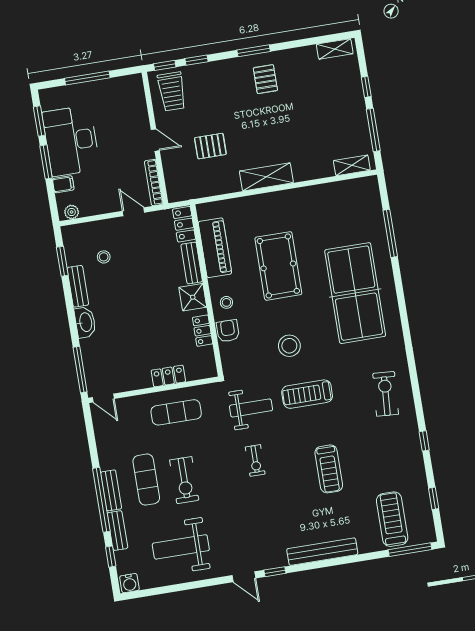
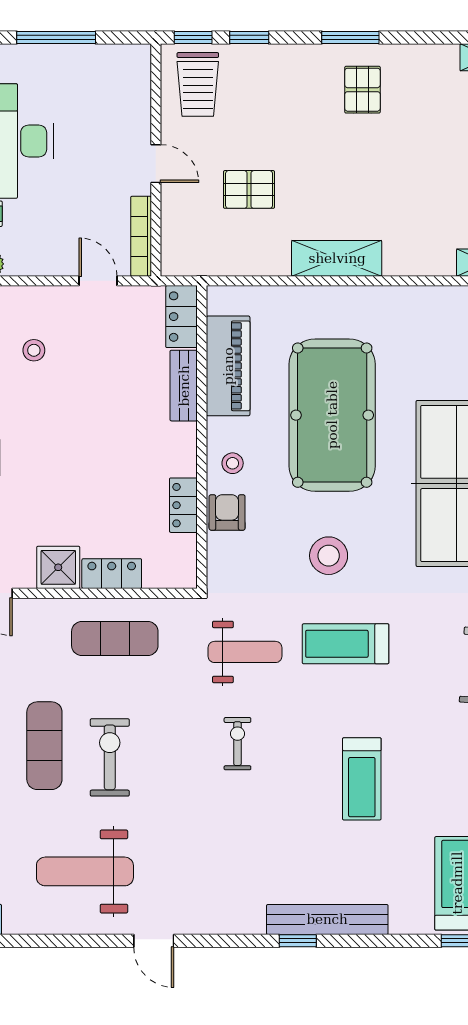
pool table: (278, 266) -> (332, 415), width x1.36, depth x1.32
shower: (193, 297) -> (58, 567), moved
exercise bike: (255, 460) -> (237, 744), turned 180
exercise bike: (184, 480) -> (110, 757), turned 180
window: (275, 572) -> (298, 941), moved
door: (244, 577) -> (154, 941), moved

